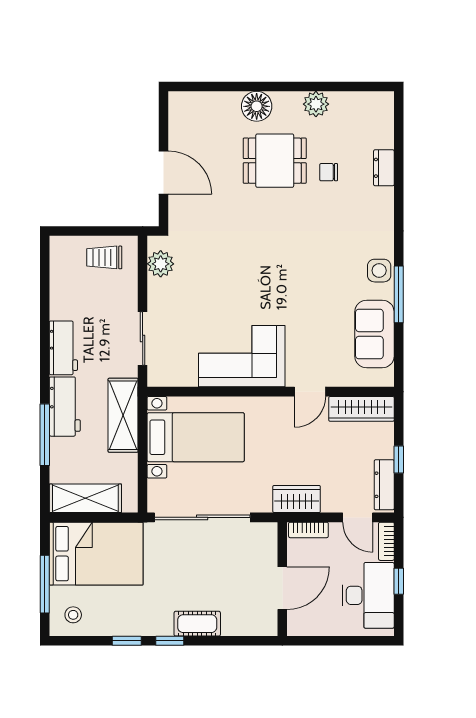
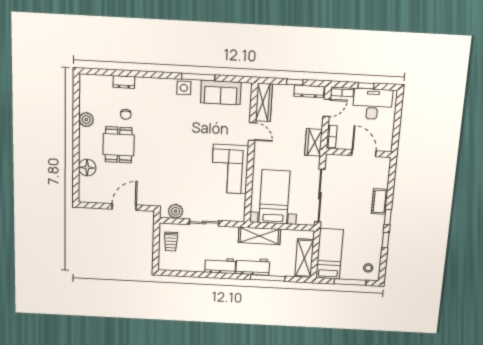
floor lamp: (257, 106) -> (87, 168), moved
sliding door: (143, 339) -> (204, 222), moved
bed: (96, 554) -> (330, 254), width x0.67

